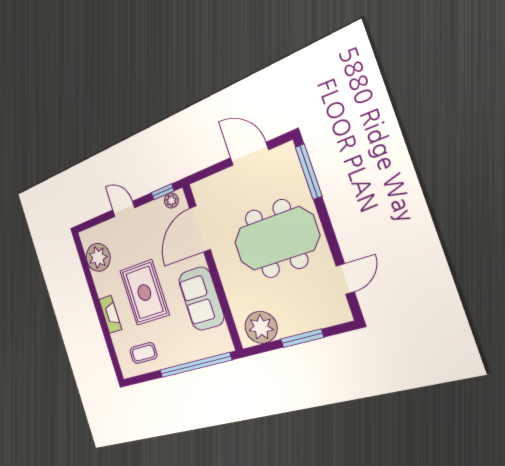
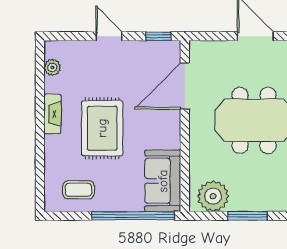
plant: (171, 200) -> (165, 48), removed
plant: (98, 257) -> (52, 67), width x0.53, depth x0.53
sofa: (201, 299) -> (163, 181), moved
fireplace: (110, 314) -> (52, 114), moved

